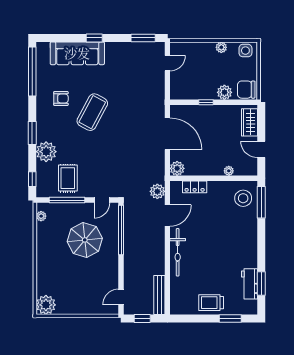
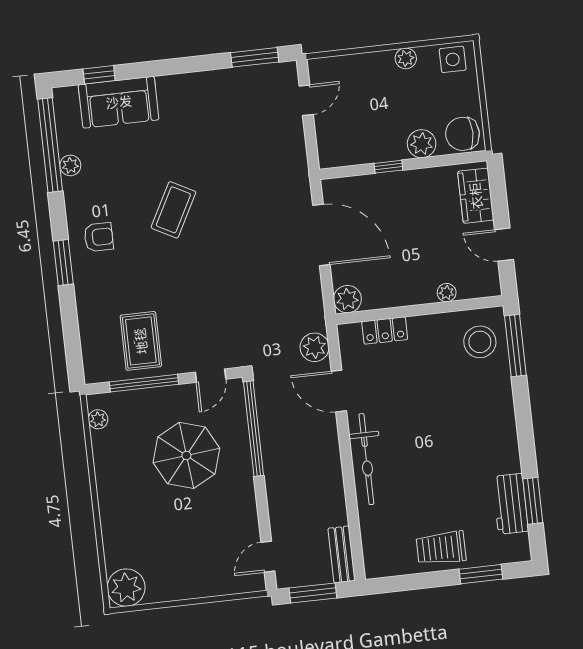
window: (94, 38) -> (99, 75), moved
sofa: (77, 53) -> (119, 102), width x0.73
armchair: (61, 98) -> (99, 237), moved
coffee table: (92, 112) -> (173, 210), width x0.73, depth x0.76
plant: (46, 152) -> (70, 165), moved, width x0.53, depth x0.53
window: (32, 179) -> (73, 350), removed
door: (167, 215) -> (339, 391), swing flipped
bench: (159, 295) -> (342, 554), width x0.73
window: (142, 318) -> (313, 593), width x1.50

